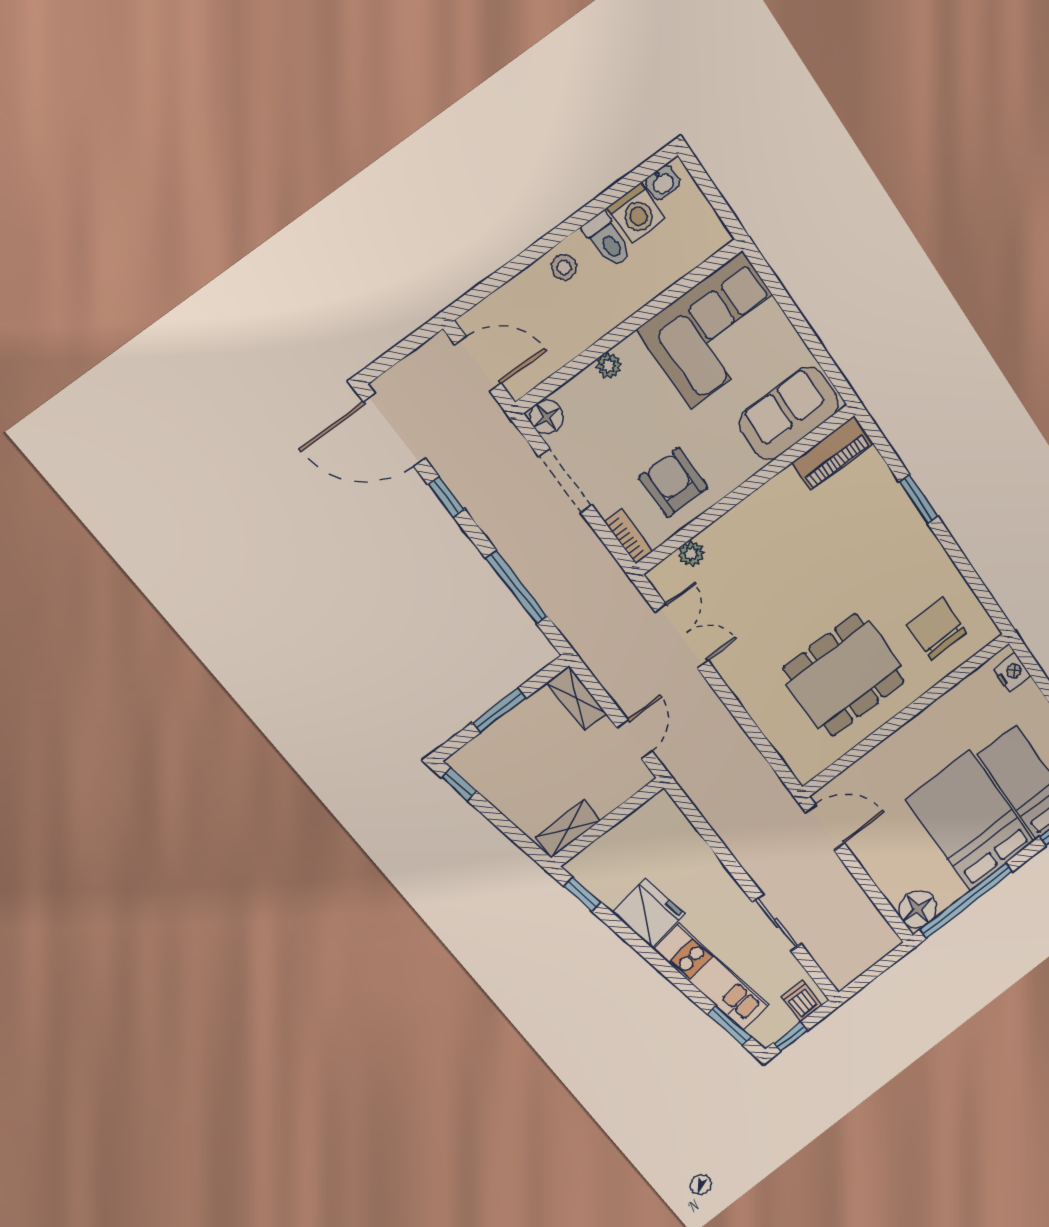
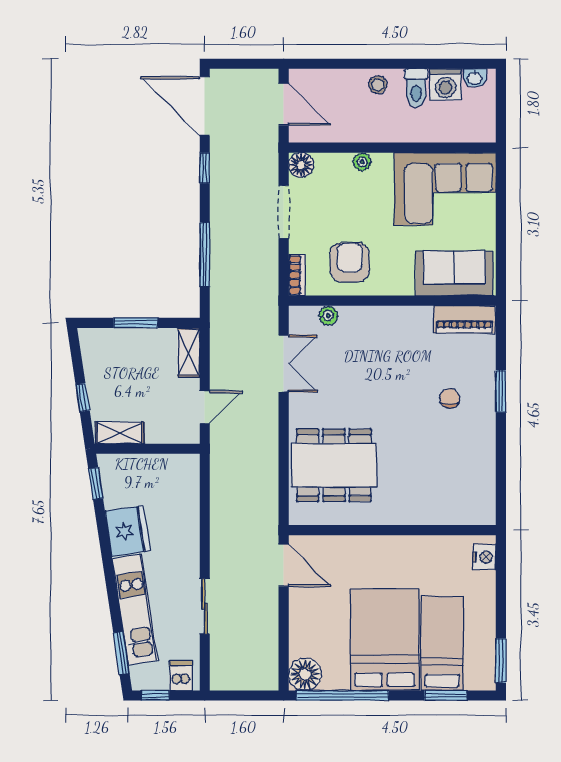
chair: (937, 629) -> (450, 398), moved, width x0.54, depth x0.54
dining table: (844, 675) -> (334, 465), moved
window: (459, 784) -> (83, 398), moved

